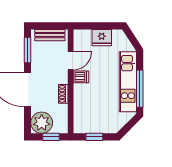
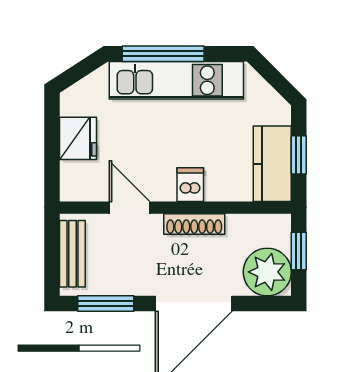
dishwasher: (81, 77) -> (190, 185), moved
window: (140, 89) -> (163, 54), moved
shoe rack: (63, 94) -> (194, 224), width x1.43
kitchen counter: (90, 125) -> (272, 164), added

